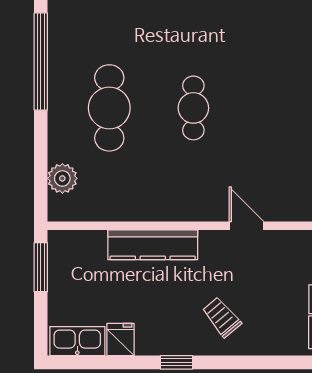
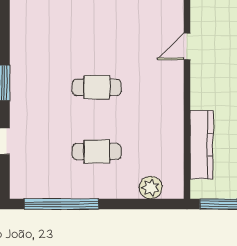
cafe table: (109, 108) -> (97, 152), width x0.73, depth x0.74
kitchen counter: (153, 245) -> (201, 145), moved

